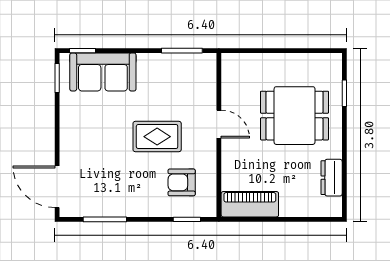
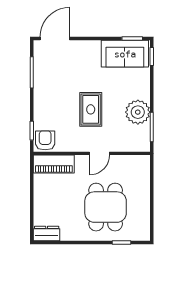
plant: (161, 70) -> (138, 112), added
sofa: (103, 72) -> (125, 54), moved, turned -90
dresser: (332, 178) -> (47, 233), moved
armchair: (182, 182) -> (45, 140), moved
piano: (250, 204) -> (54, 164), moved, turned 90

